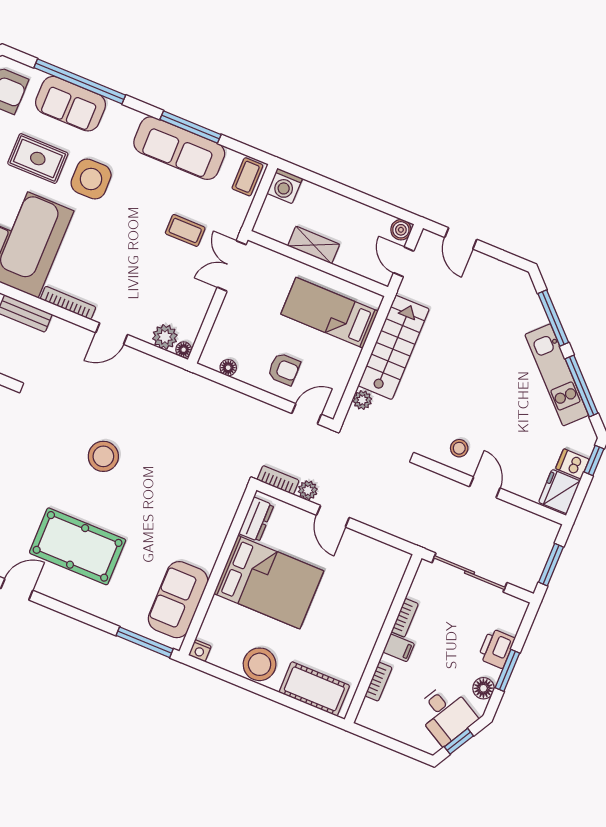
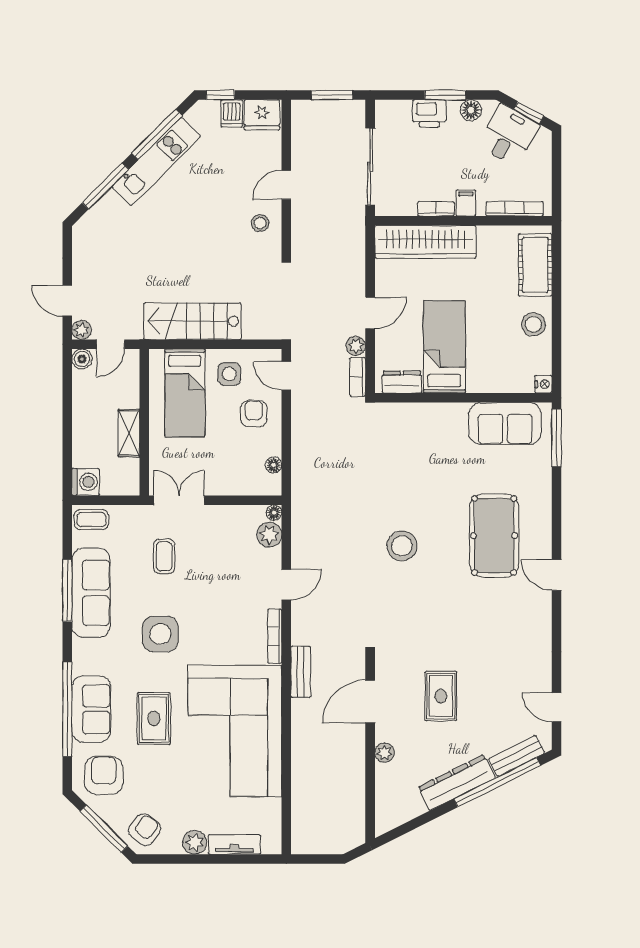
side table: (91, 179) -> (160, 634), moved
door: (461, 238) -> (67, 301), swing flipped
double door: (232, 266) -> (179, 500), swing flipped
door: (112, 334) -> (286, 585), hinge flipped
side table: (330, 361) -> (229, 374), added
plant: (362, 400) -> (82, 330), moved
bed: (269, 582) -> (444, 347), width x0.67
wardrobe: (378, 595) -> (425, 242), added
stool: (260, 664) -> (533, 324), width x0.73, depth x0.73
bookcase: (379, 682) -> (515, 209), width x1.56

